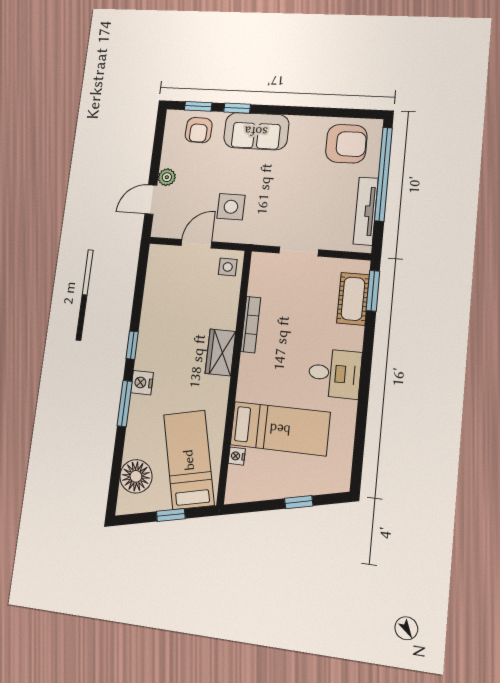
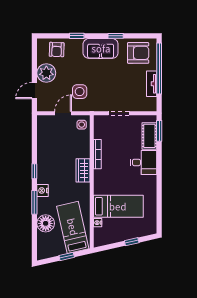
window: (198, 106) -> (116, 36), moved
sofa: (256, 131) -> (101, 48), moved
plant: (167, 177) -> (46, 73), width x1.88, depth x1.88
tv unit: (366, 211) -> (152, 84), width x0.71
desk: (335, 373) -> (143, 162), moved
floor lamp: (136, 476) -> (46, 223), moved

